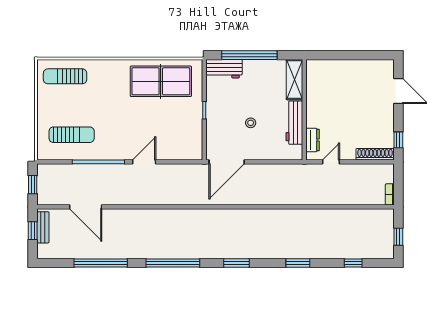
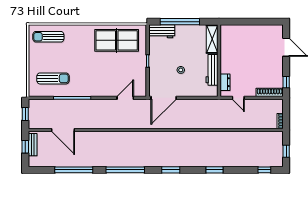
door: (144, 162) -> (125, 98), moved
door: (331, 162) -> (238, 98), swing flipped
window: (353, 263) -> (264, 170), moved

